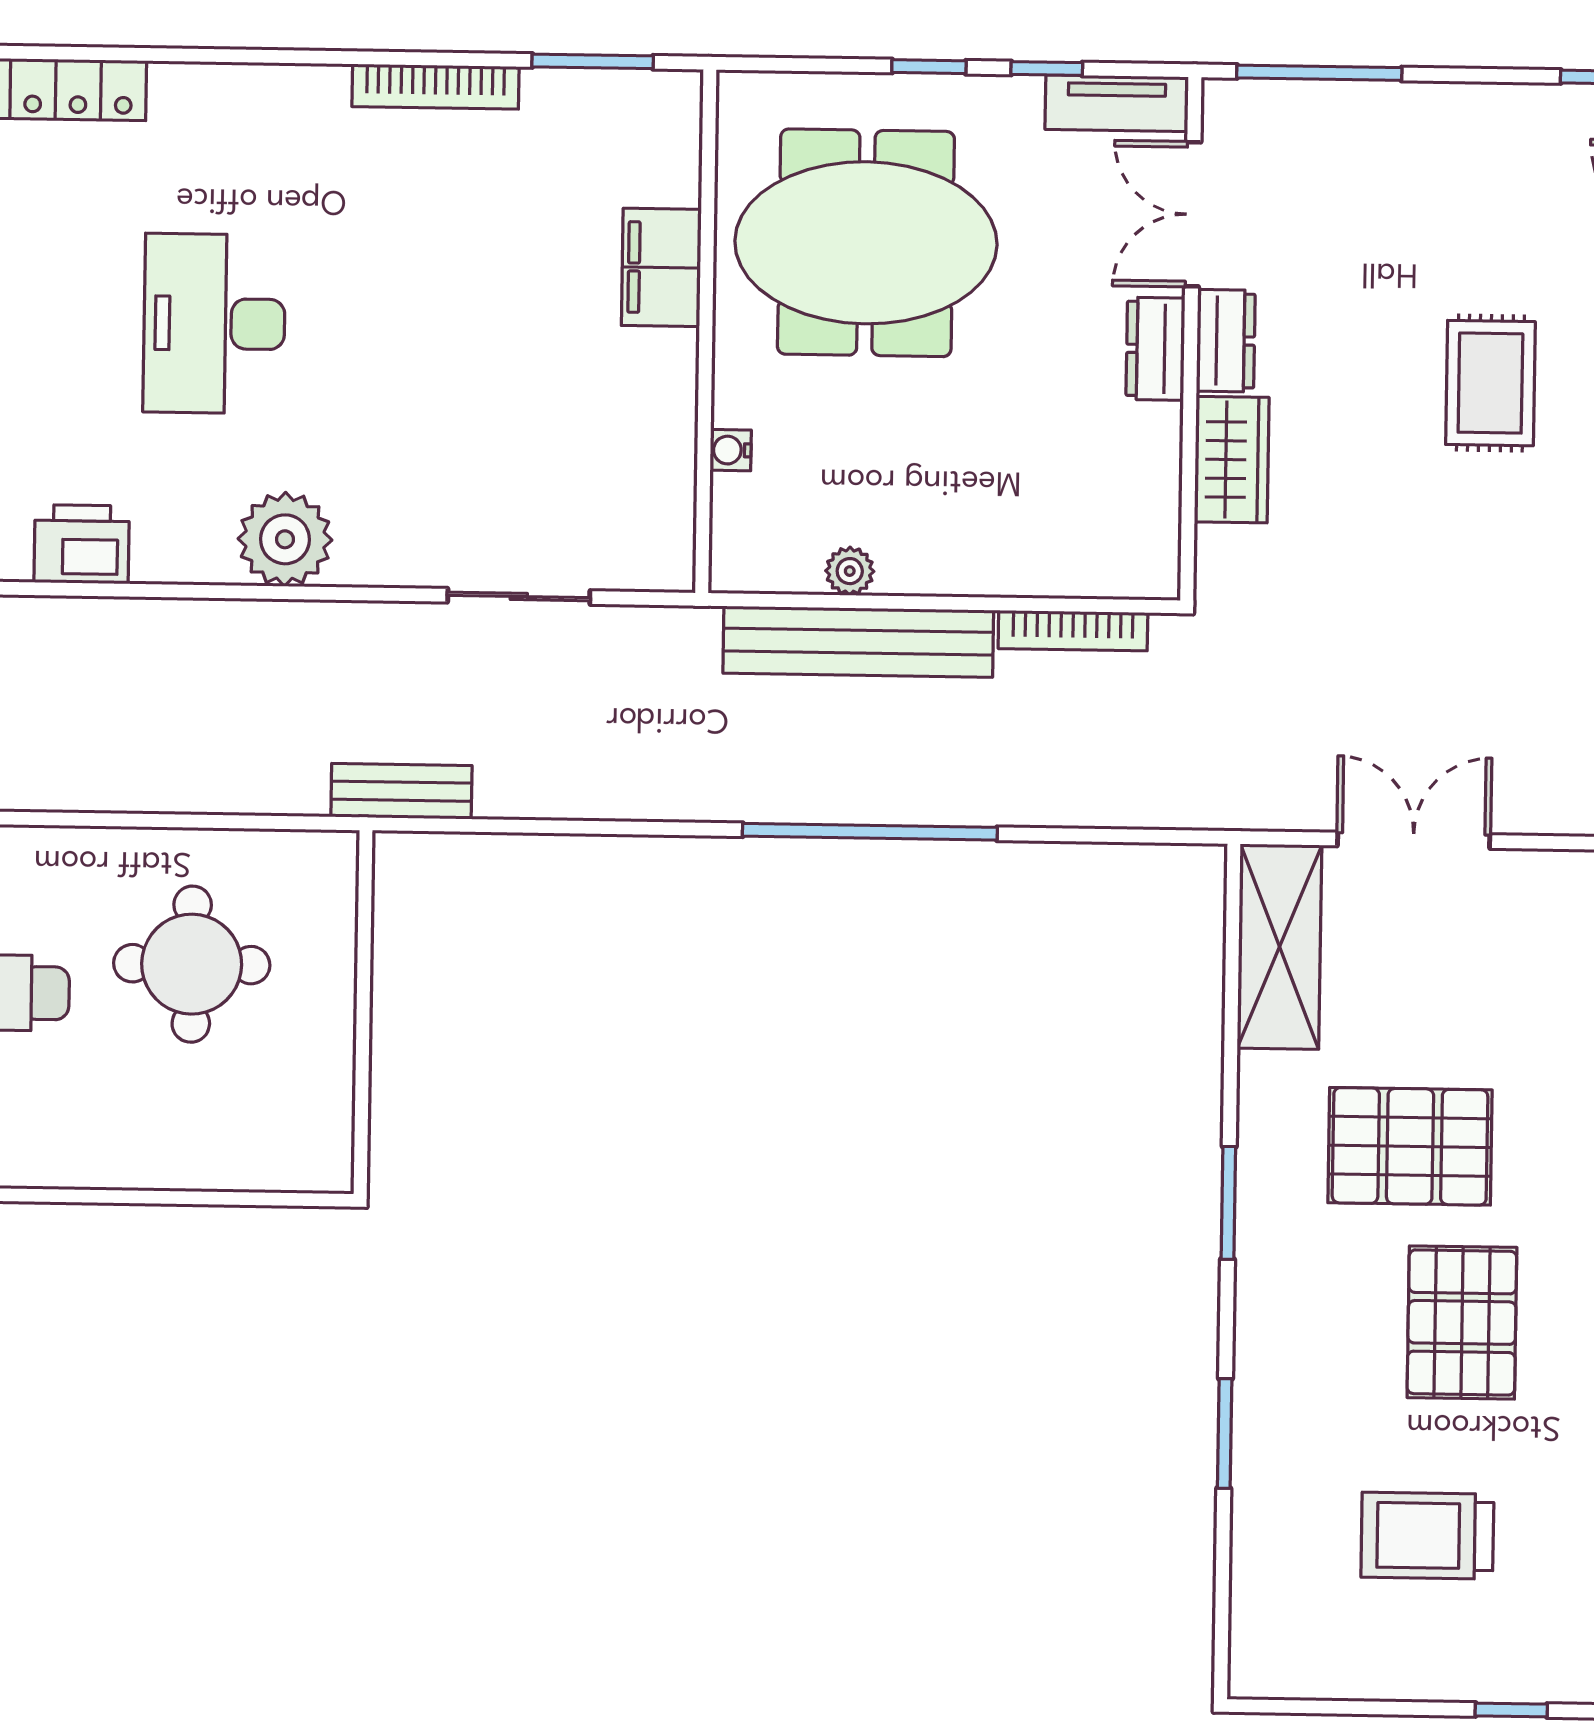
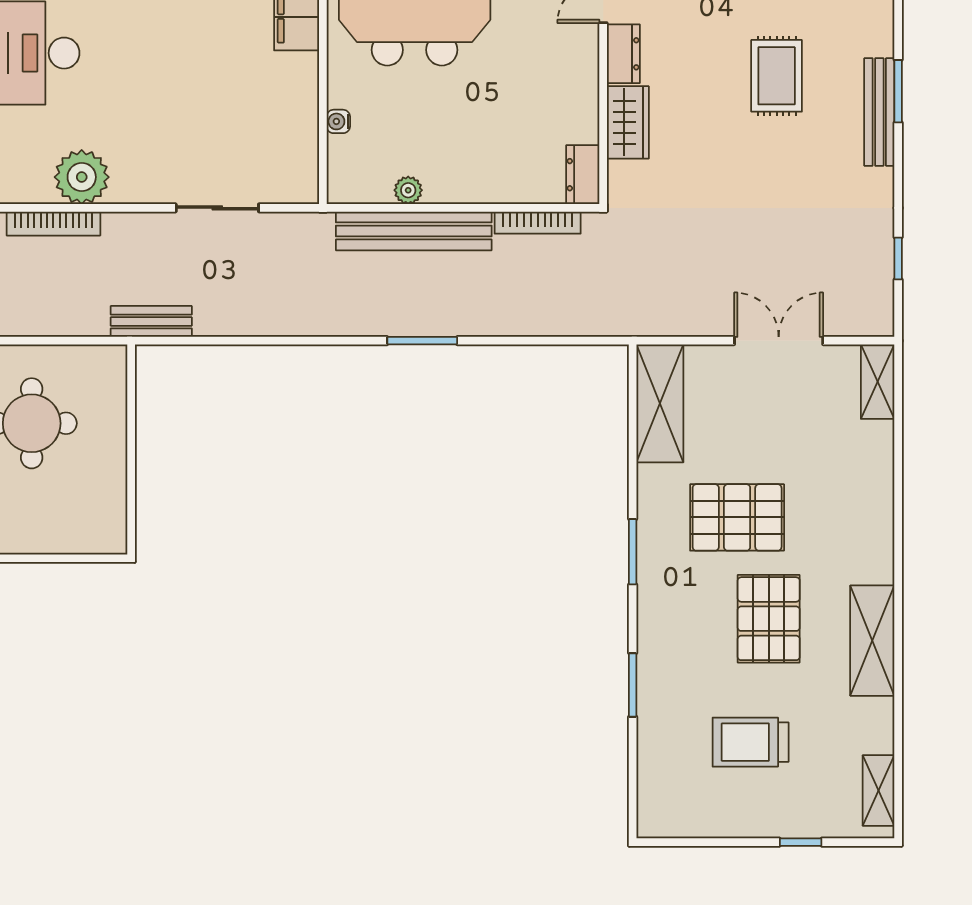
dresser: (1155, 349) -> (583, 175), moved
bookcase: (235, 619) -> (53, 224), added
window: (870, 832) -> (422, 341), width x0.47
double door: (1414, 840) -> (779, 341), moved

